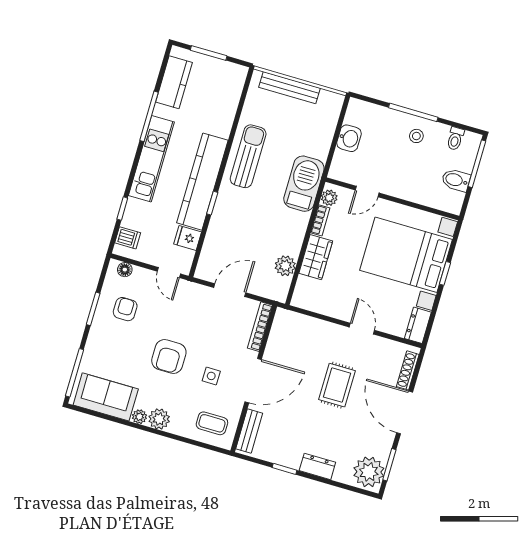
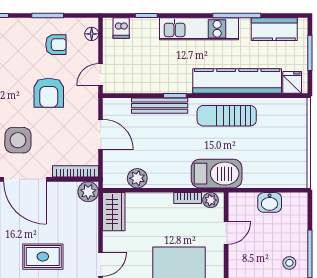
bench: (289, 88) -> (160, 106), moved, turned 90
sun lounger: (248, 156) -> (227, 116), turned 180
kitchen counter: (202, 182) -> (237, 81), moved
door: (367, 191) -> (226, 233), swing flipped
fridge: (188, 238) -> (292, 82), moved
wardrobe: (316, 257) -> (114, 212), moved, turned -90
plant: (284, 320) -> (88, 192), added
armchair: (169, 357) -> (49, 93), moved, turned -90
side table: (211, 376) -> (18, 140), width x1.87, depth x1.87

